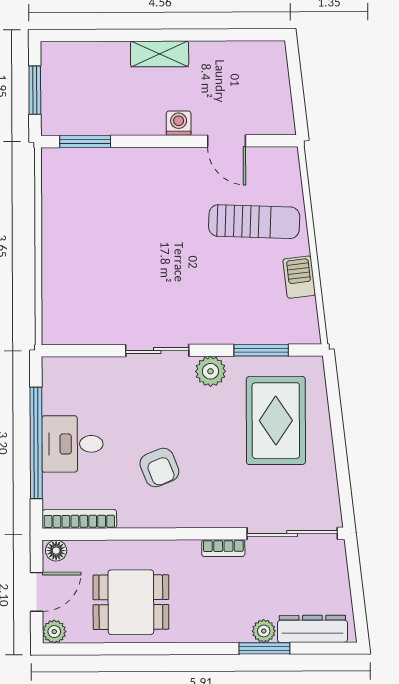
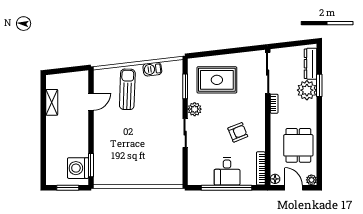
shelving: (160, 54) -> (52, 102), moved
washing machine: (179, 123) -> (78, 168), moved, width x1.89, depth x1.89
plant: (264, 631) -> (307, 90), width x1.88, depth x1.88

